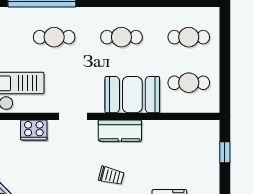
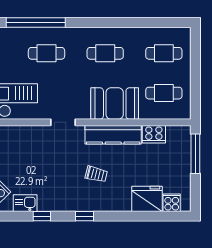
cooker: (34, 130) -> (154, 134), moved
kitchen counter: (120, 131) -> (113, 135), width x1.50
window: (225, 152) -> (195, 154), width x2.17

